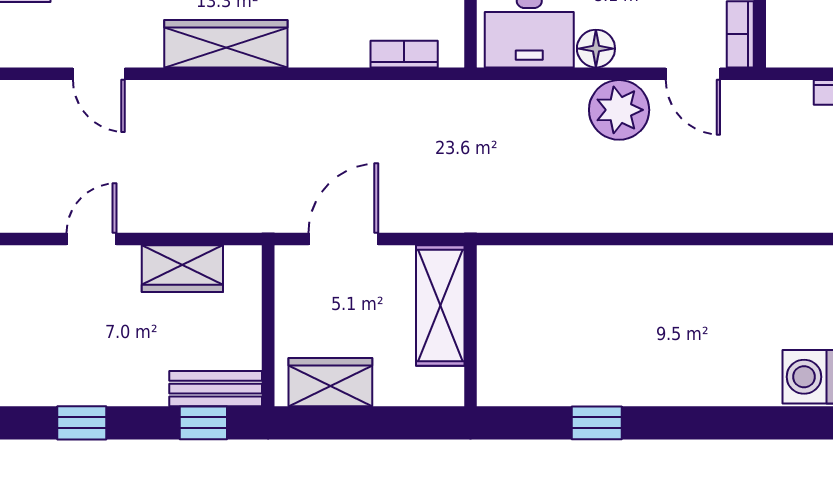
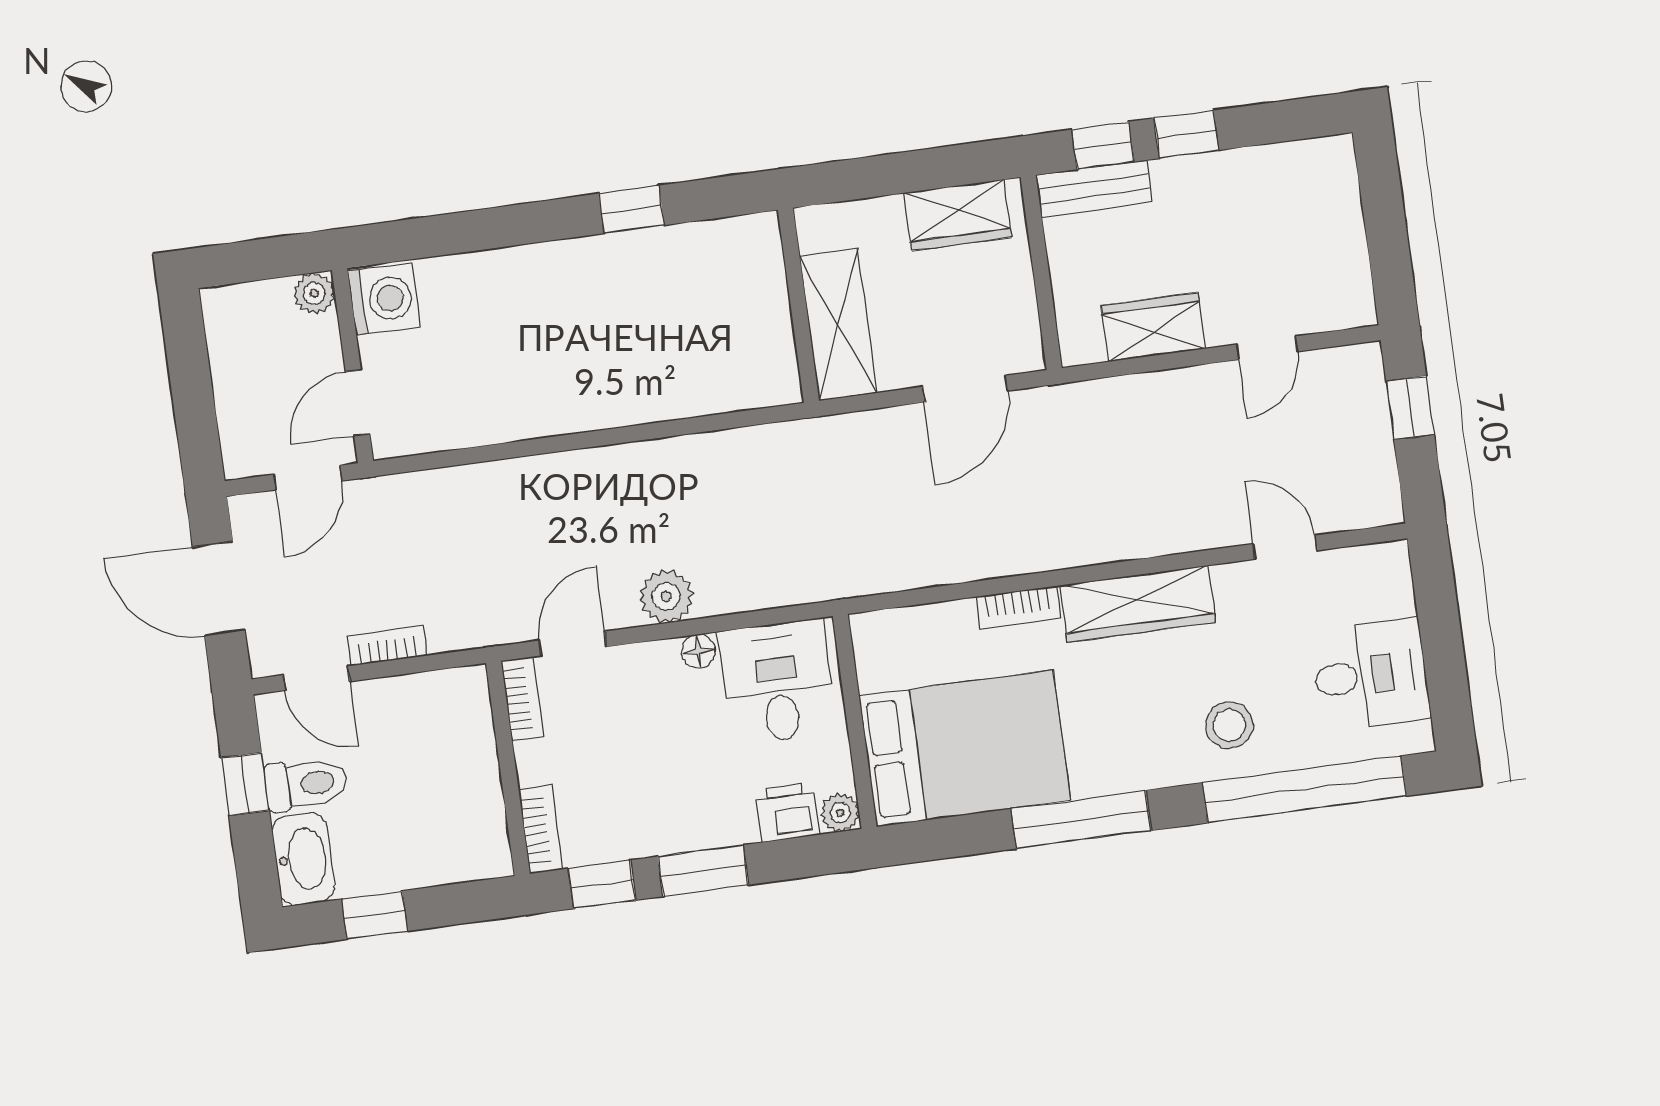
floor lamp: (596, 49) -> (698, 651), width x0.73, depth x0.73
bookcase: (404, 54) -> (1018, 607), moved
door: (693, 74) -> (573, 644), hinge flipped
plant: (619, 110) -> (666, 597), width x0.73, depth x0.73
window: (82, 423) -> (1186, 134), moved

